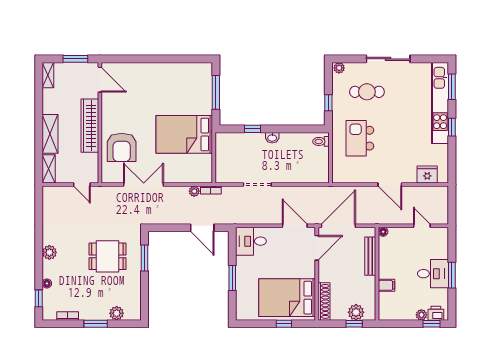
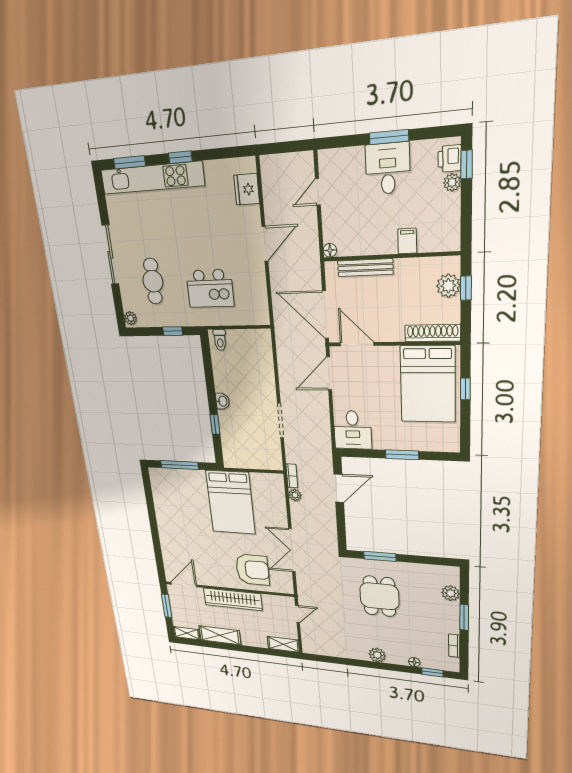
shelving: (50, 134) -> (220, 635), moved

